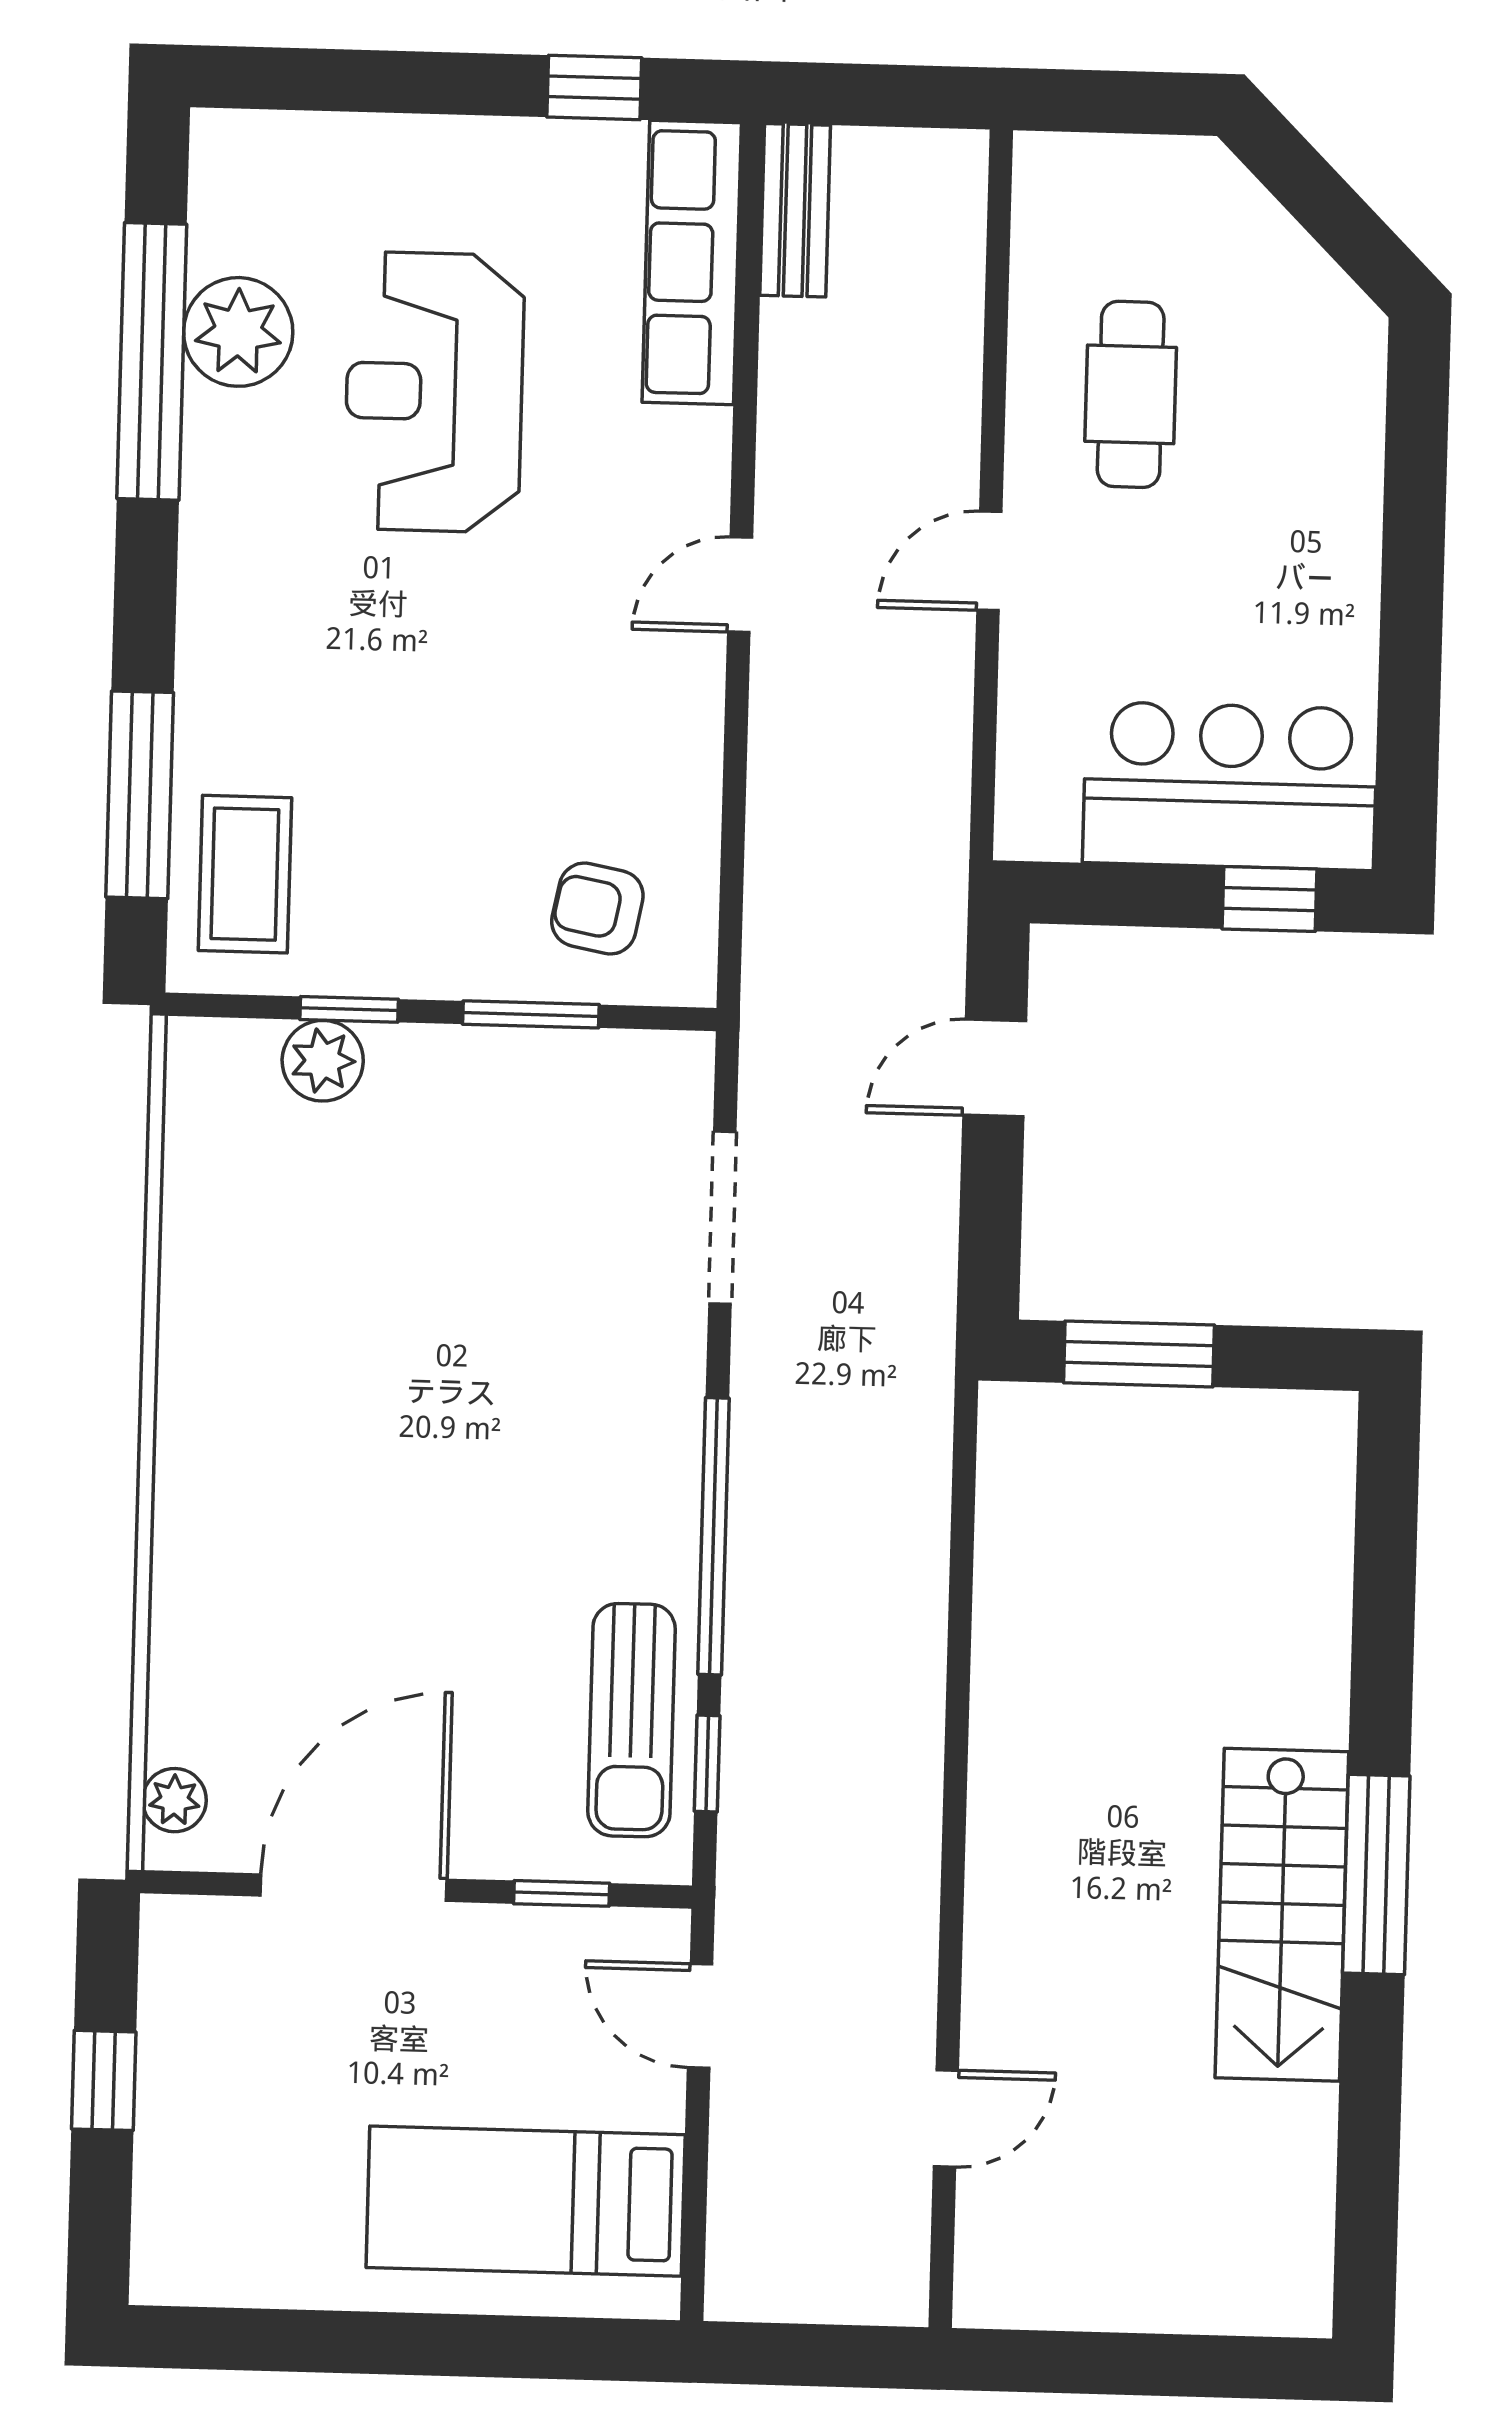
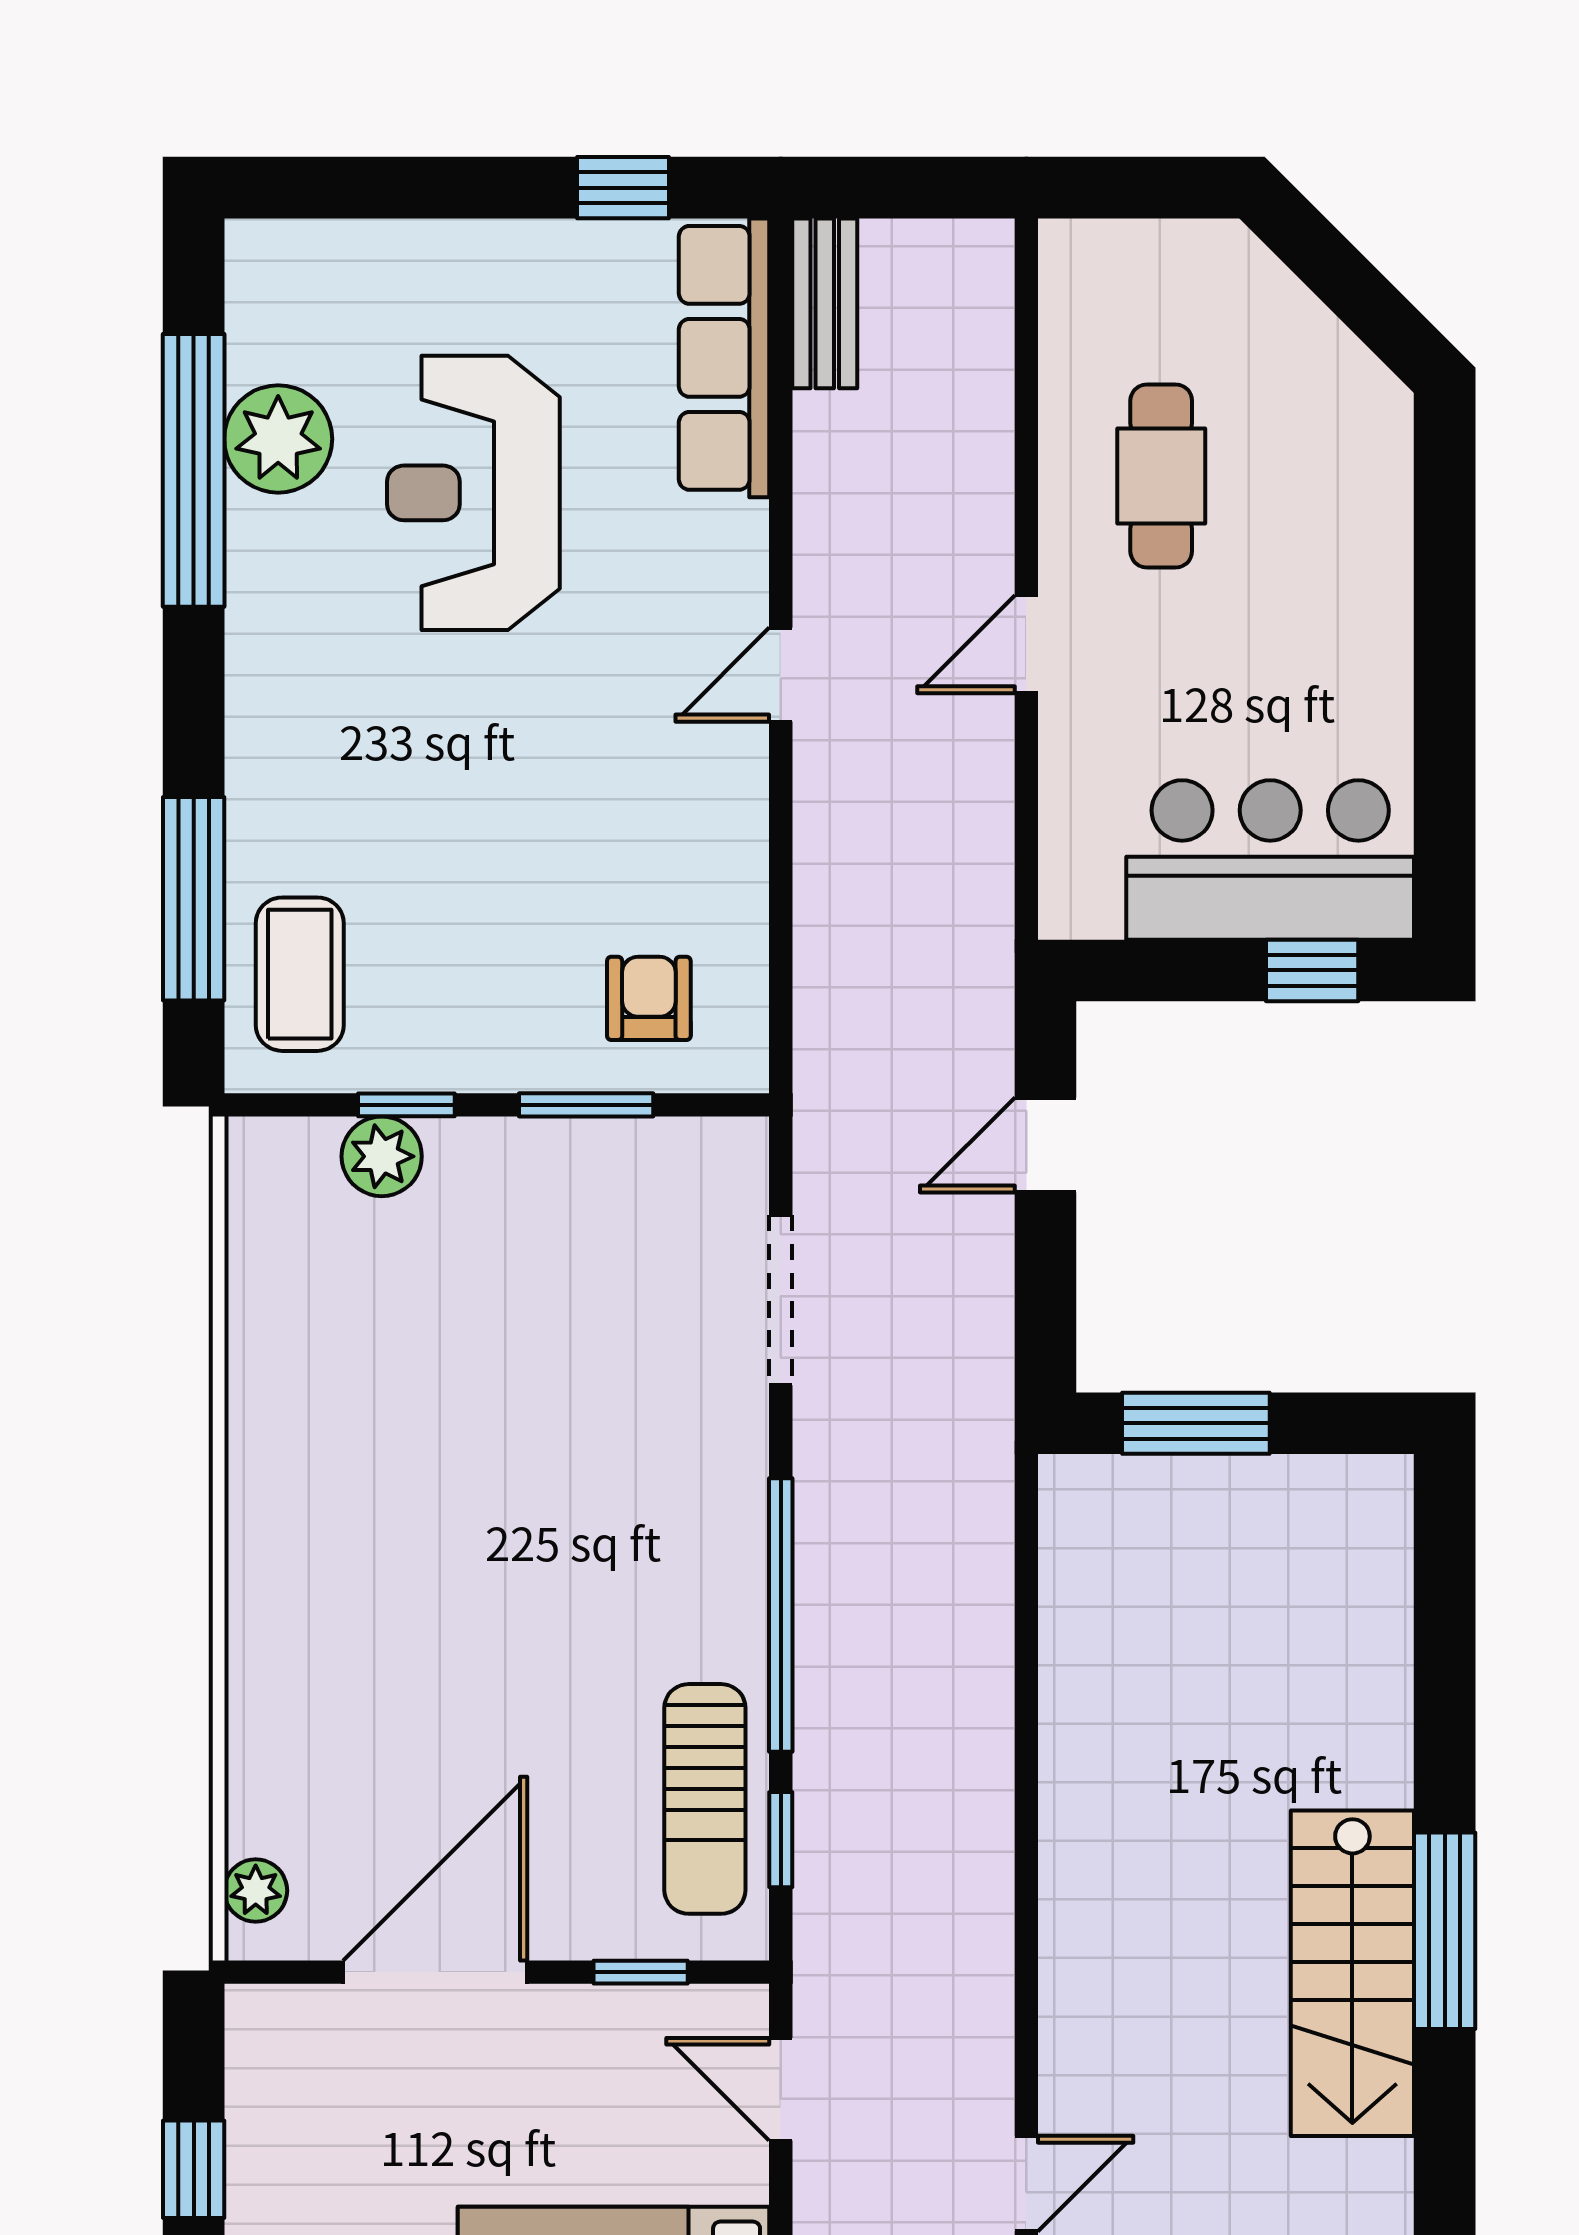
armchair: (597, 909) -> (649, 998), turned 79

